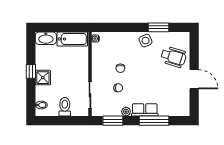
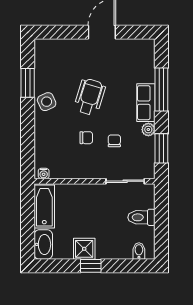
wheelchair: (173, 57) -> (90, 97), moved
shower: (43, 78) -> (84, 249), moved

